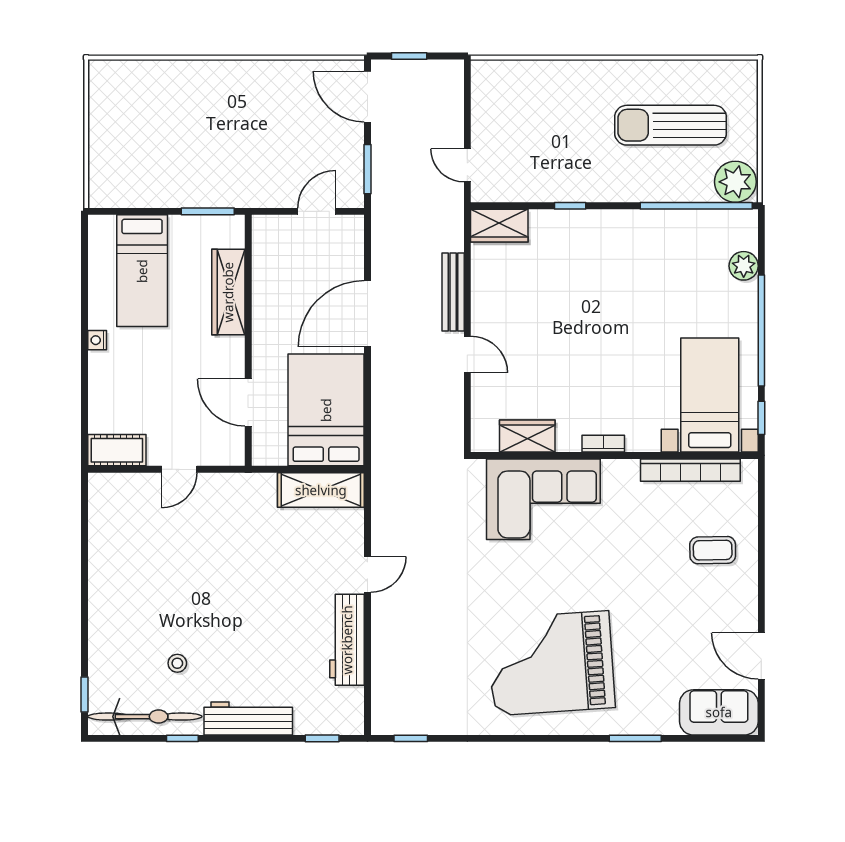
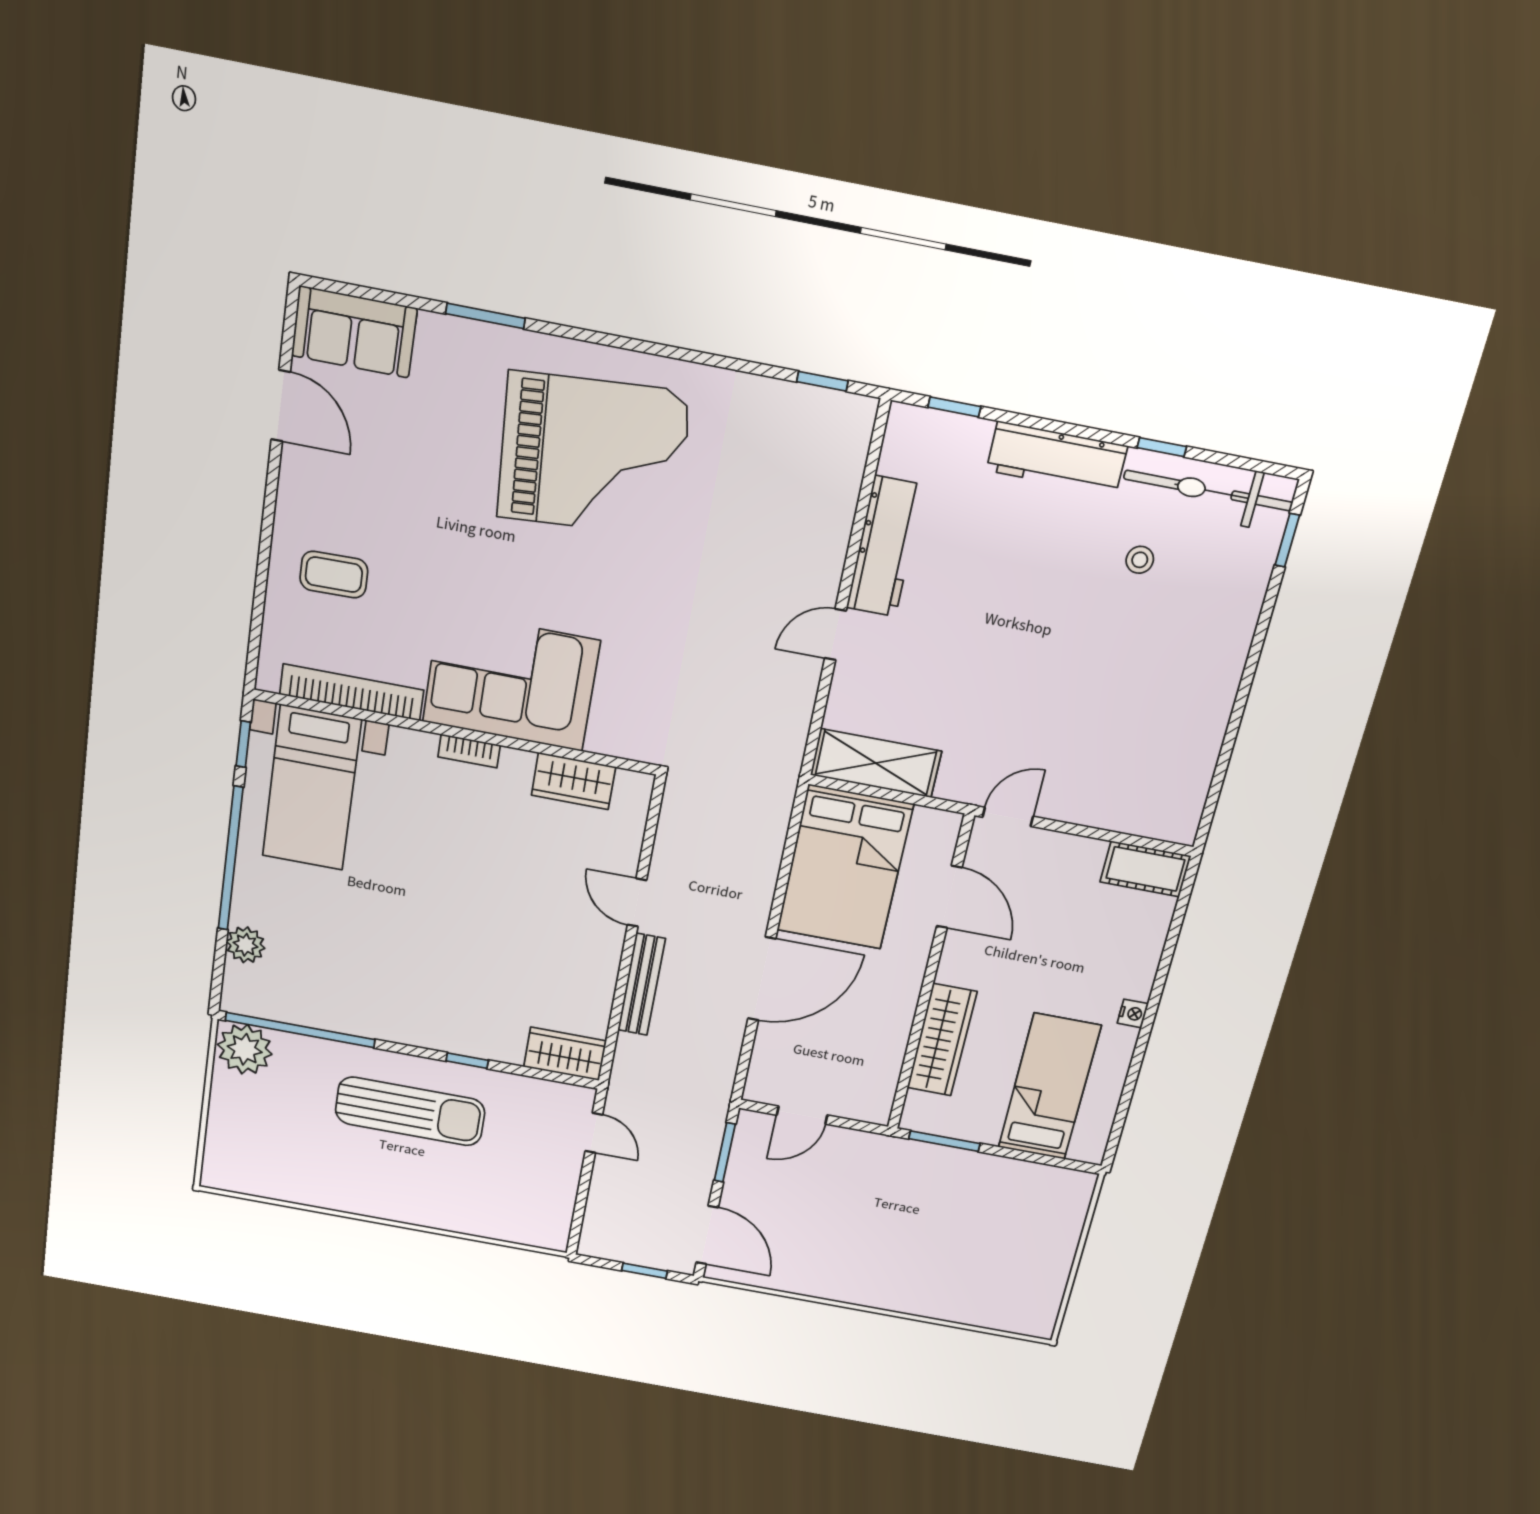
sun lounger: (671, 125) -> (410, 1111), moved
door: (179, 469) -> (1008, 817), moved
corner sofa: (543, 499) -> (511, 681), moved

